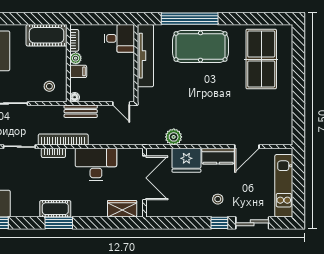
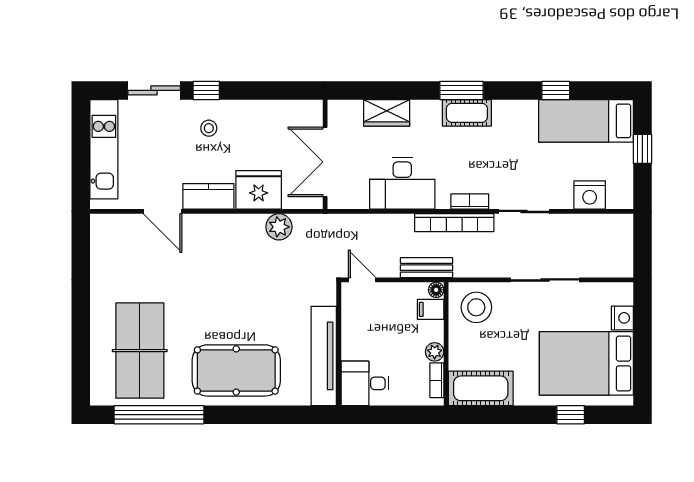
window: (190, 19) -> (159, 415), moved
filing cabinet: (78, 71) -> (431, 309), moved
stool: (49, 86) -> (476, 307), width x1.89, depth x1.89
door: (247, 147) -> (163, 211), swing flipped
wardrobe: (122, 209) -> (387, 113), moved

